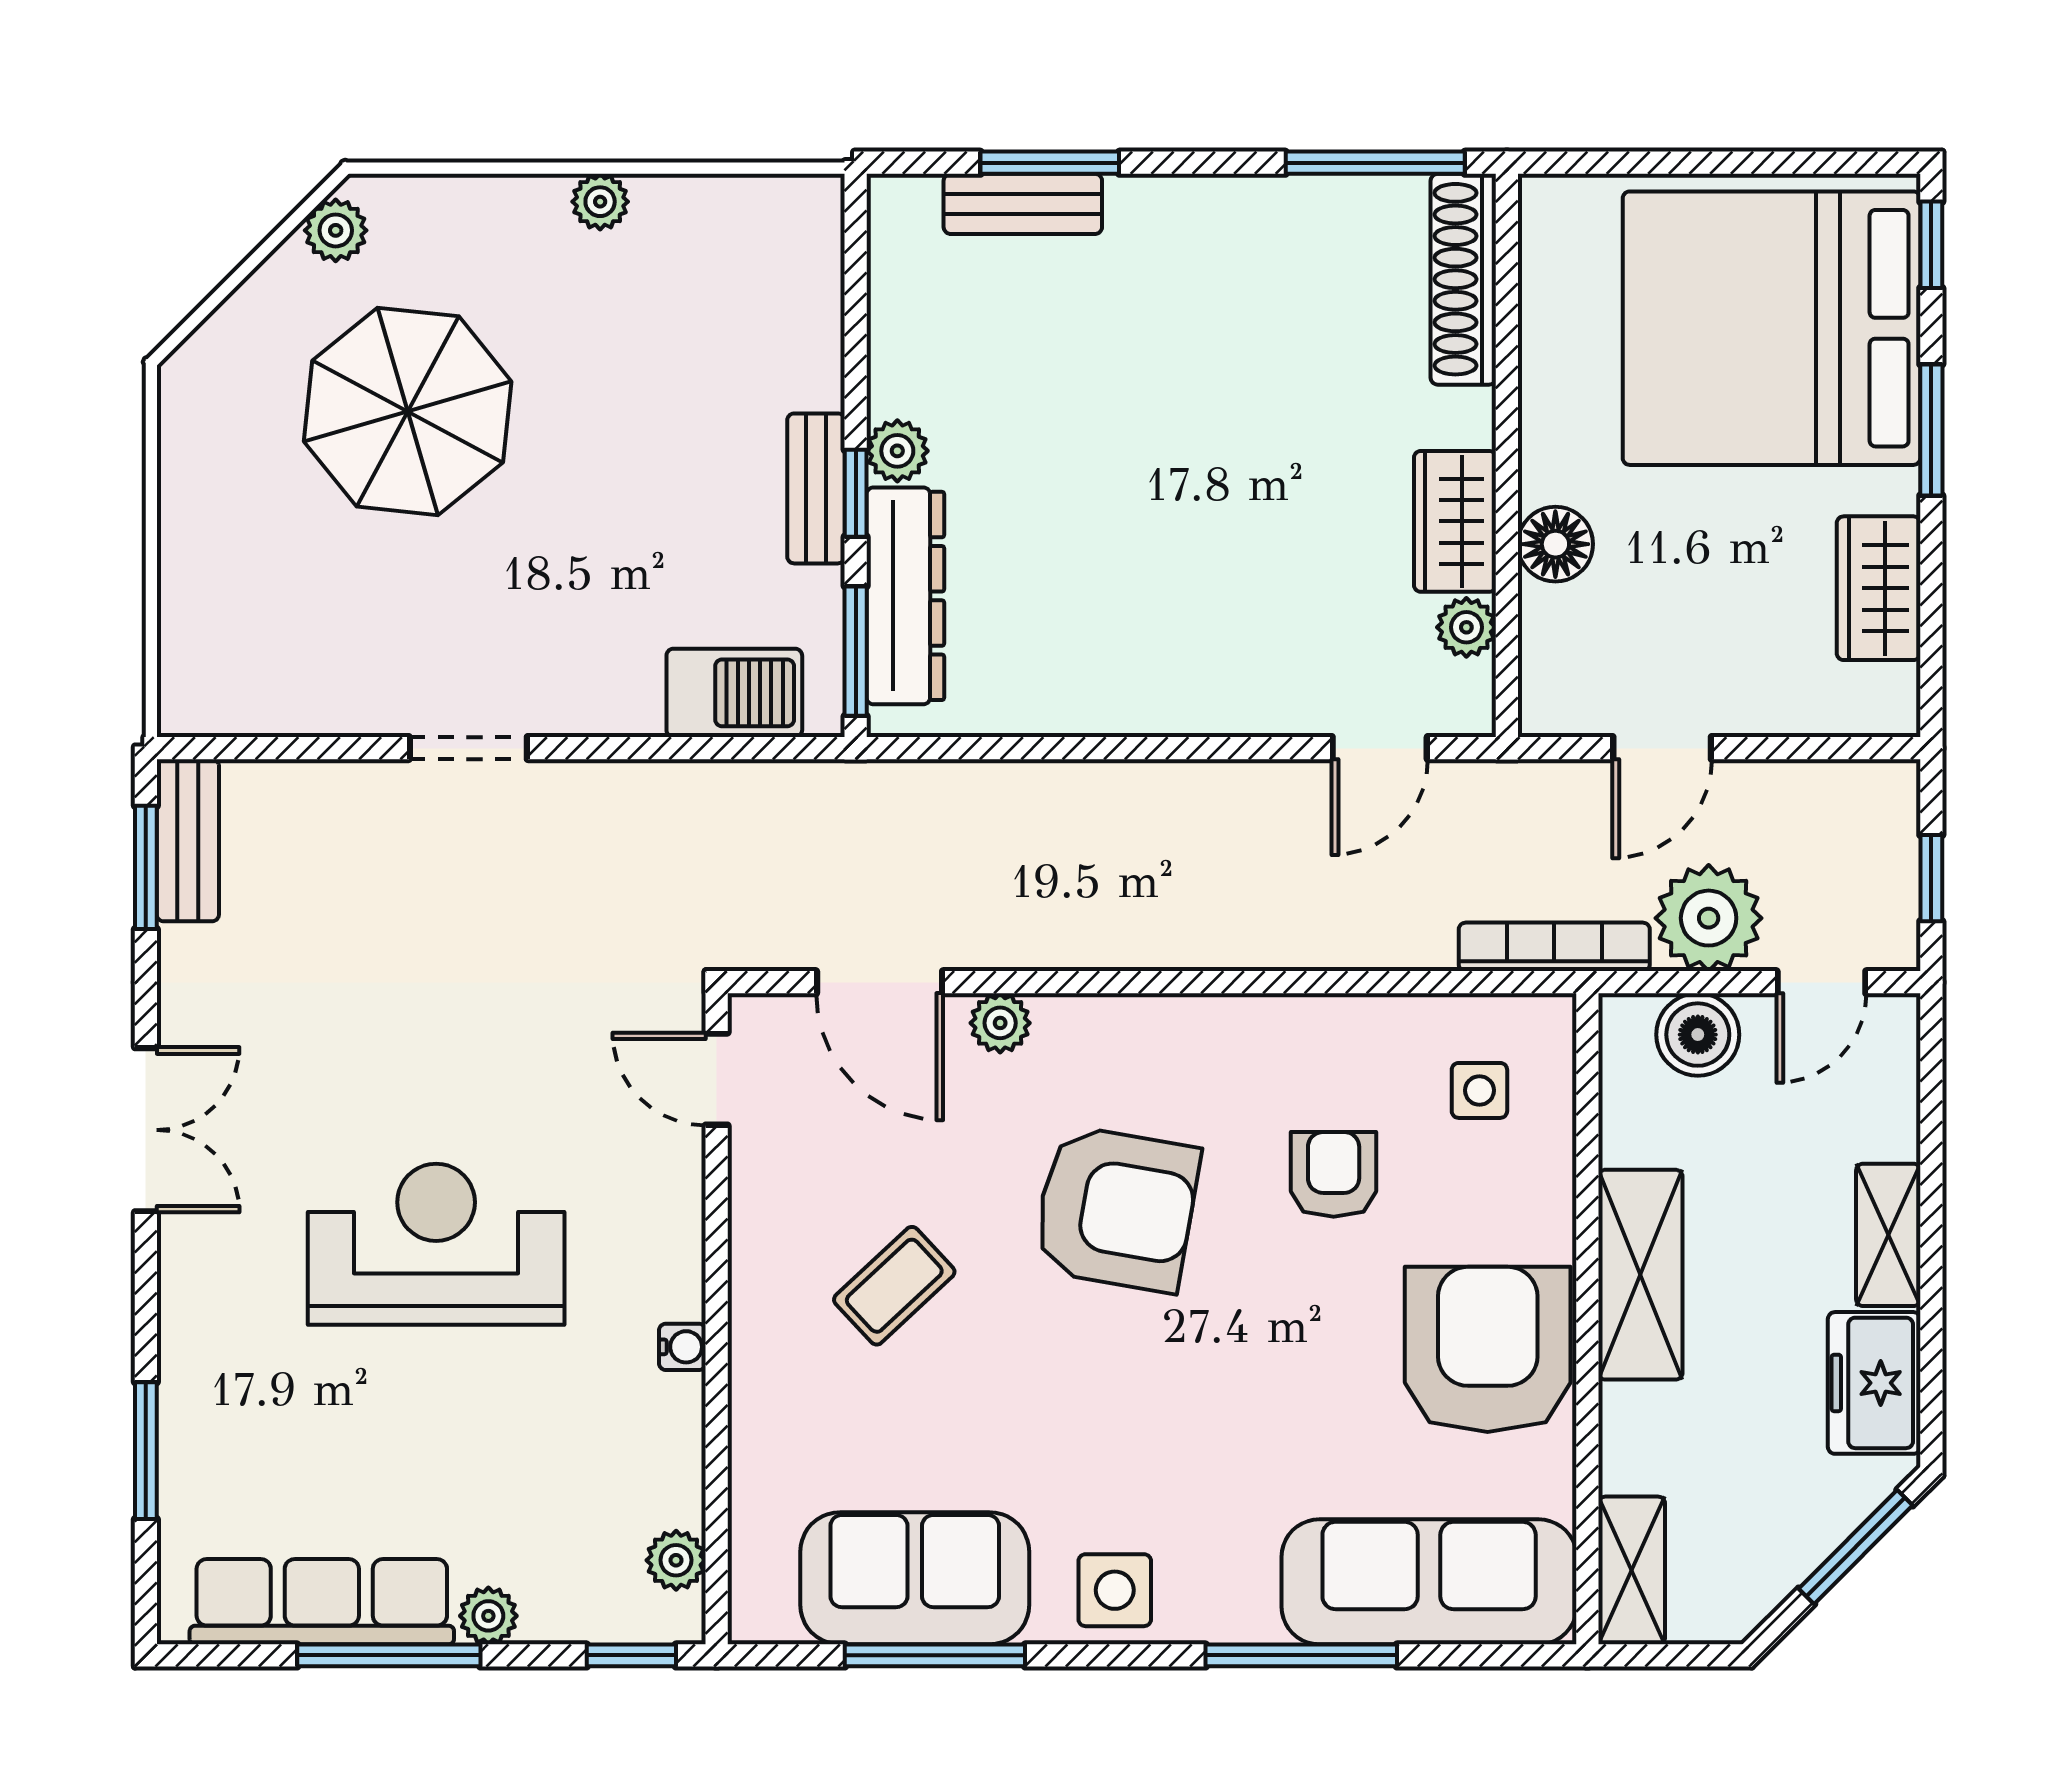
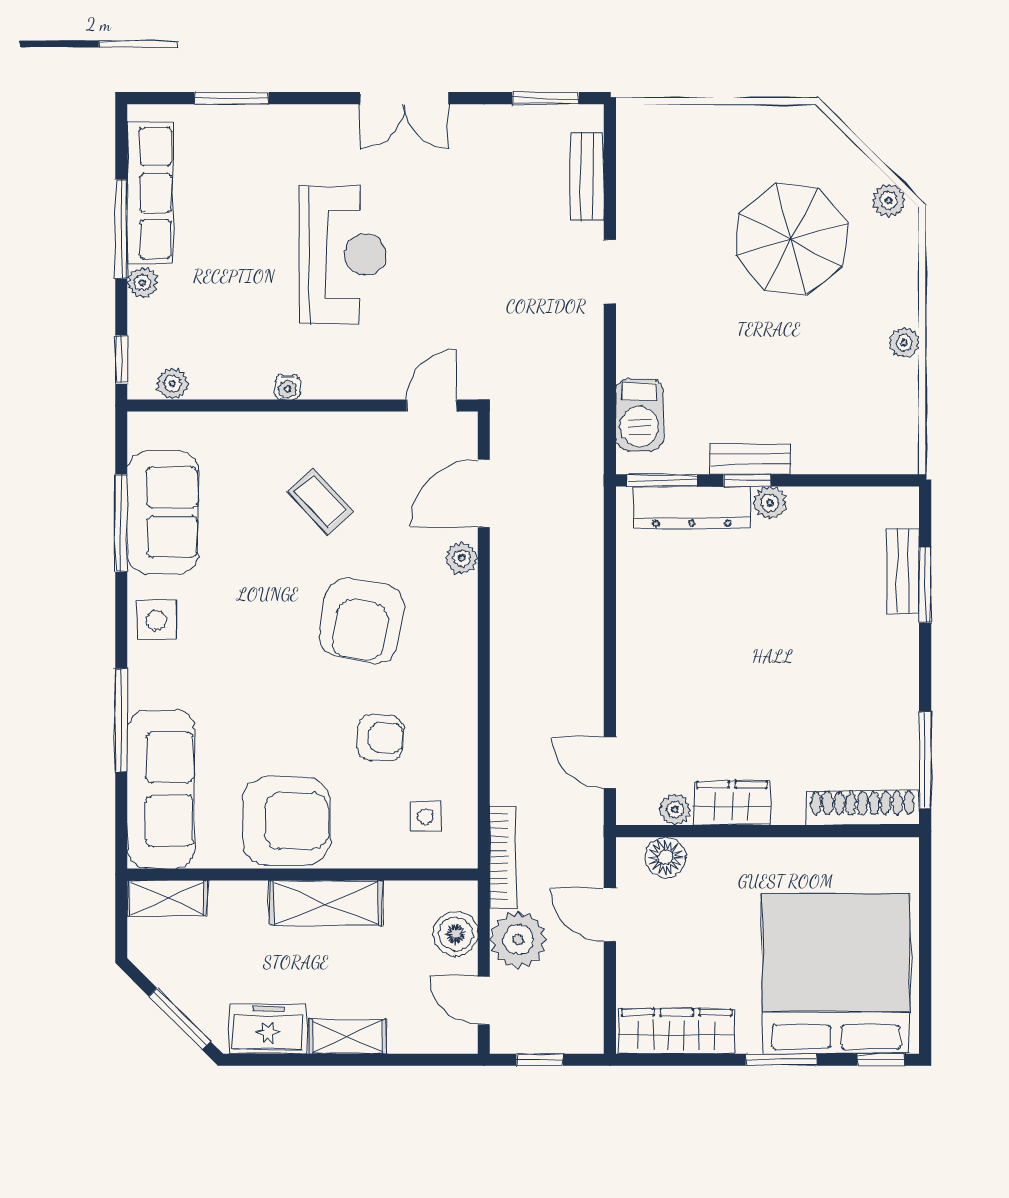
floor lamp: (1555, 544) -> (666, 857), moved
wardrobe: (1879, 588) -> (677, 1031), width x1.50
bench: (188, 840) -> (587, 177), moved, turned 90

